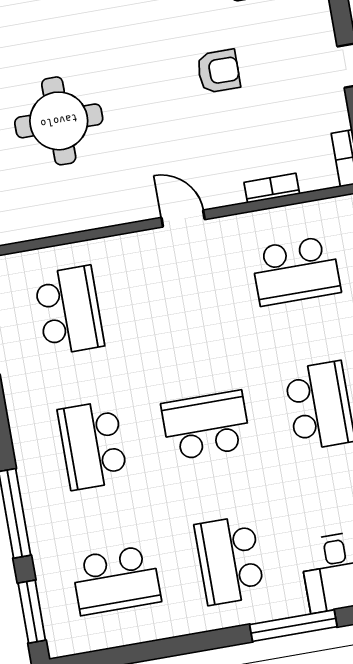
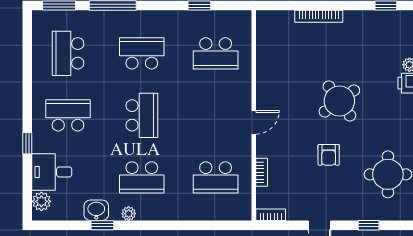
round table: (59, 121) -> (339, 101), moved, turned -36
school desk: (296, 271) -> (216, 177), turned -90
window: (293, 626) -> (27, 143), width x0.46

